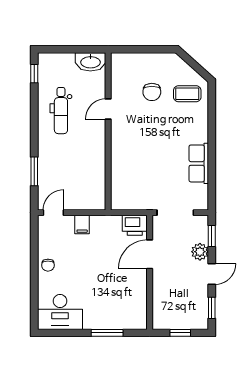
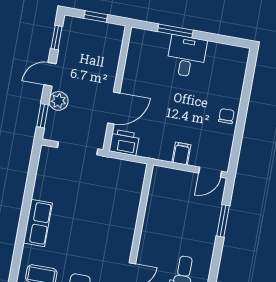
row of seats: (199, 163) -> (38, 223), moved
desk: (60, 312) -> (187, 56), moved, width x0.73

